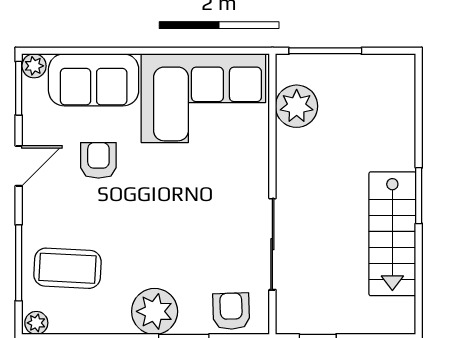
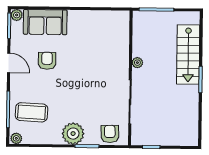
corner sofa: (203, 98) -> (98, 32), removed
plant: (297, 106) -> (137, 63), moved, width x0.53, depth x0.53
door: (19, 166) -> (9, 63), hinge flipped
stairs: (392, 234) -> (188, 54), moved

